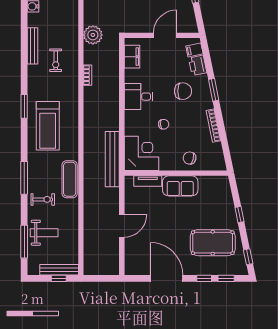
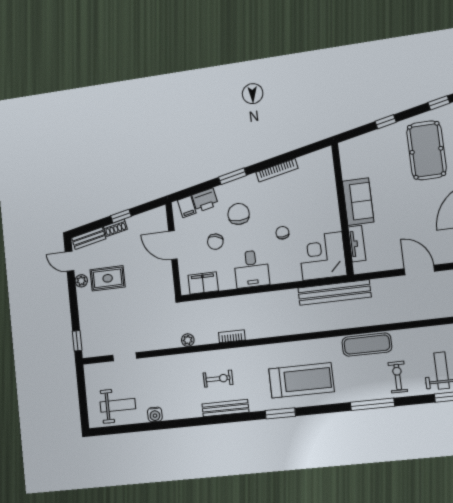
plant: (93, 35) -> (188, 340), width x0.53, depth x0.53
bench: (32, 46) -> (225, 408), moved
chair: (190, 158) -> (215, 242), moved

